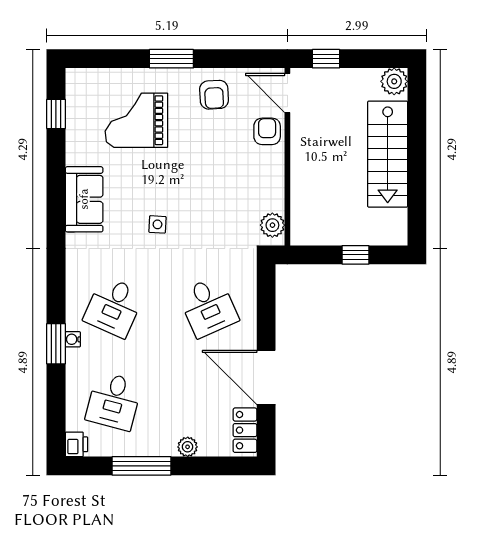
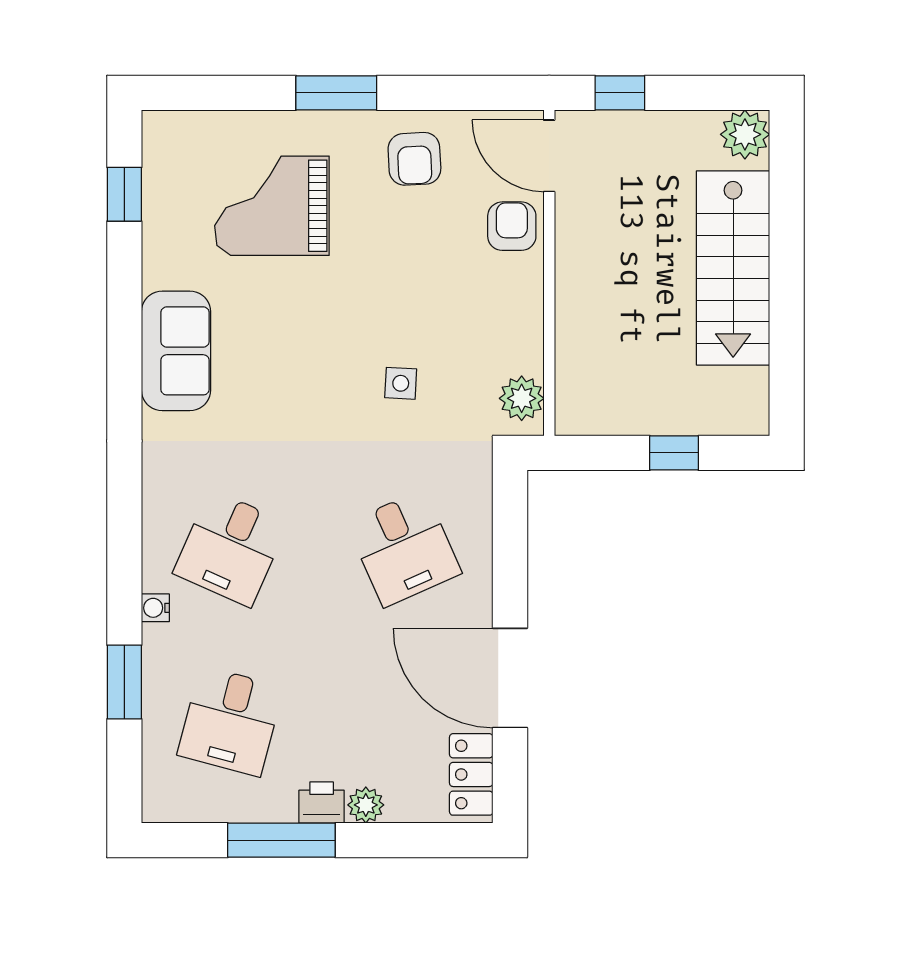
side table: (157, 224) -> (401, 383), moved
window: (56, 344) -> (124, 682), moved
printer: (76, 444) -> (322, 803), moved, turned -90

